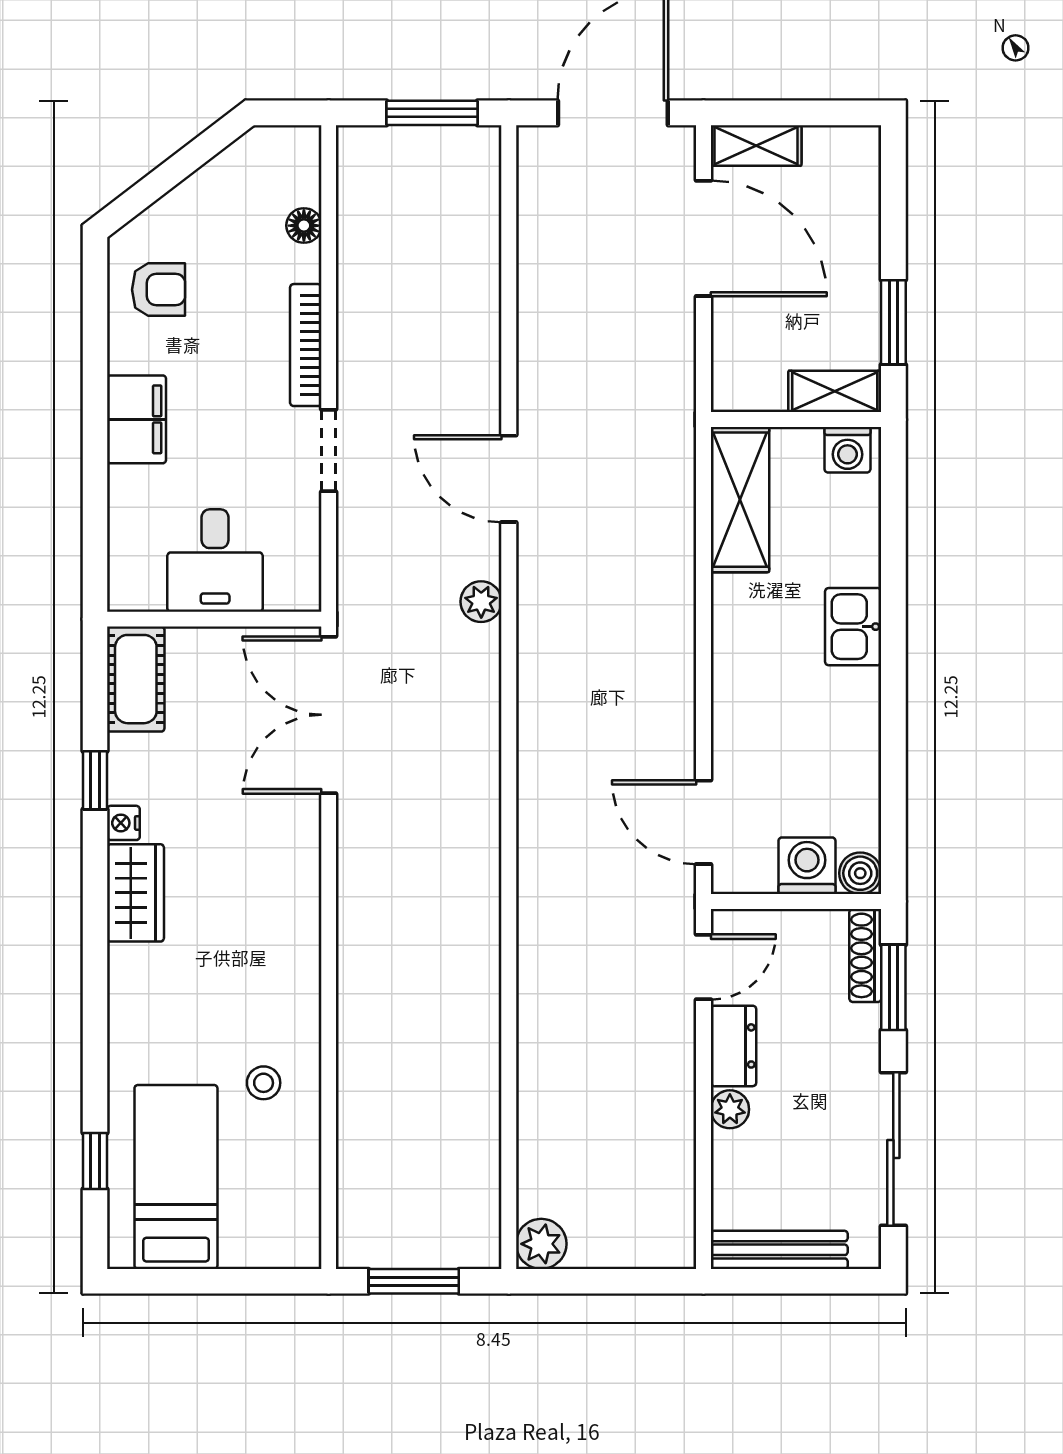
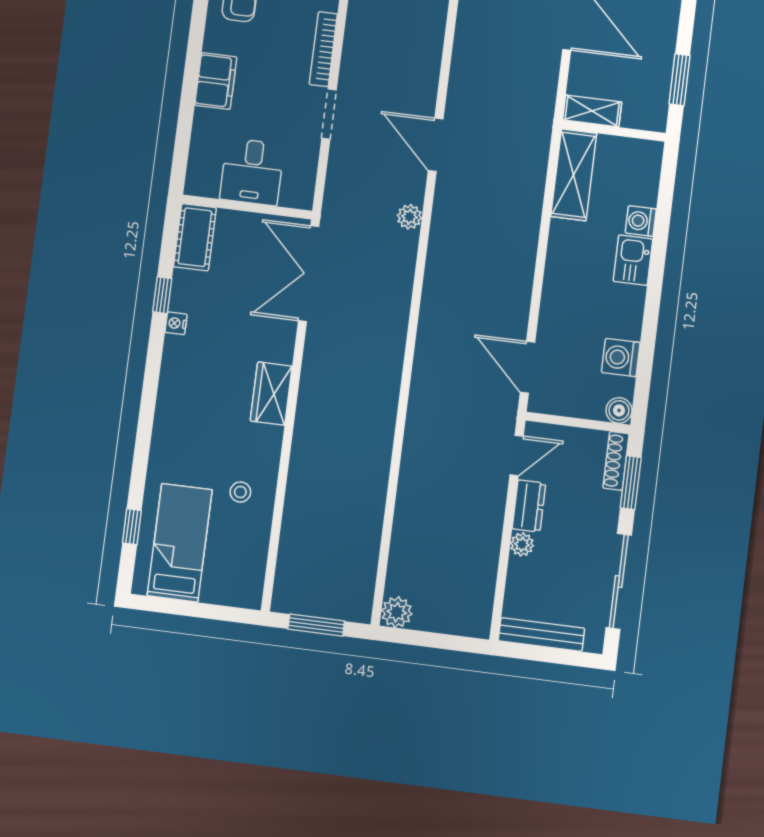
shelving: (835, 391) -> (592, 111), moved
washing machine: (847, 450) -> (641, 221), moved, turned 90
washing machine: (807, 866) -> (621, 358), moved, turned -90
wardrobe: (135, 893) -> (271, 394), moved, turned 180

